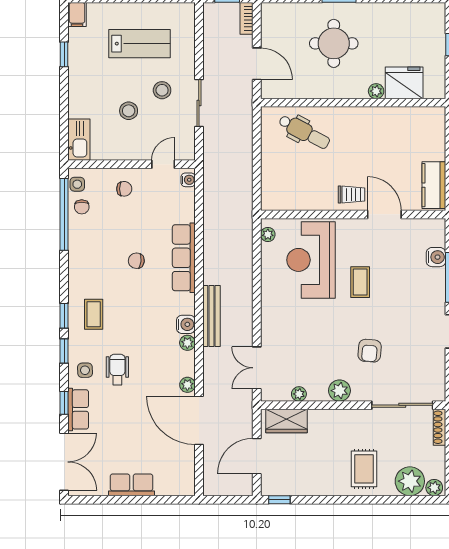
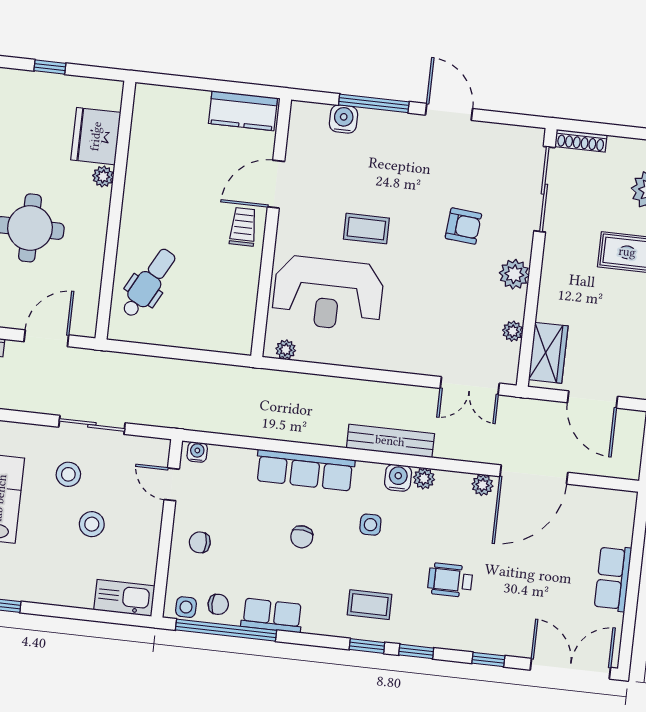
chair: (124, 189) -> (200, 542), turned -90
side table: (85, 370) -> (370, 525), moved
row of seats: (78, 409) -> (272, 615), moved

